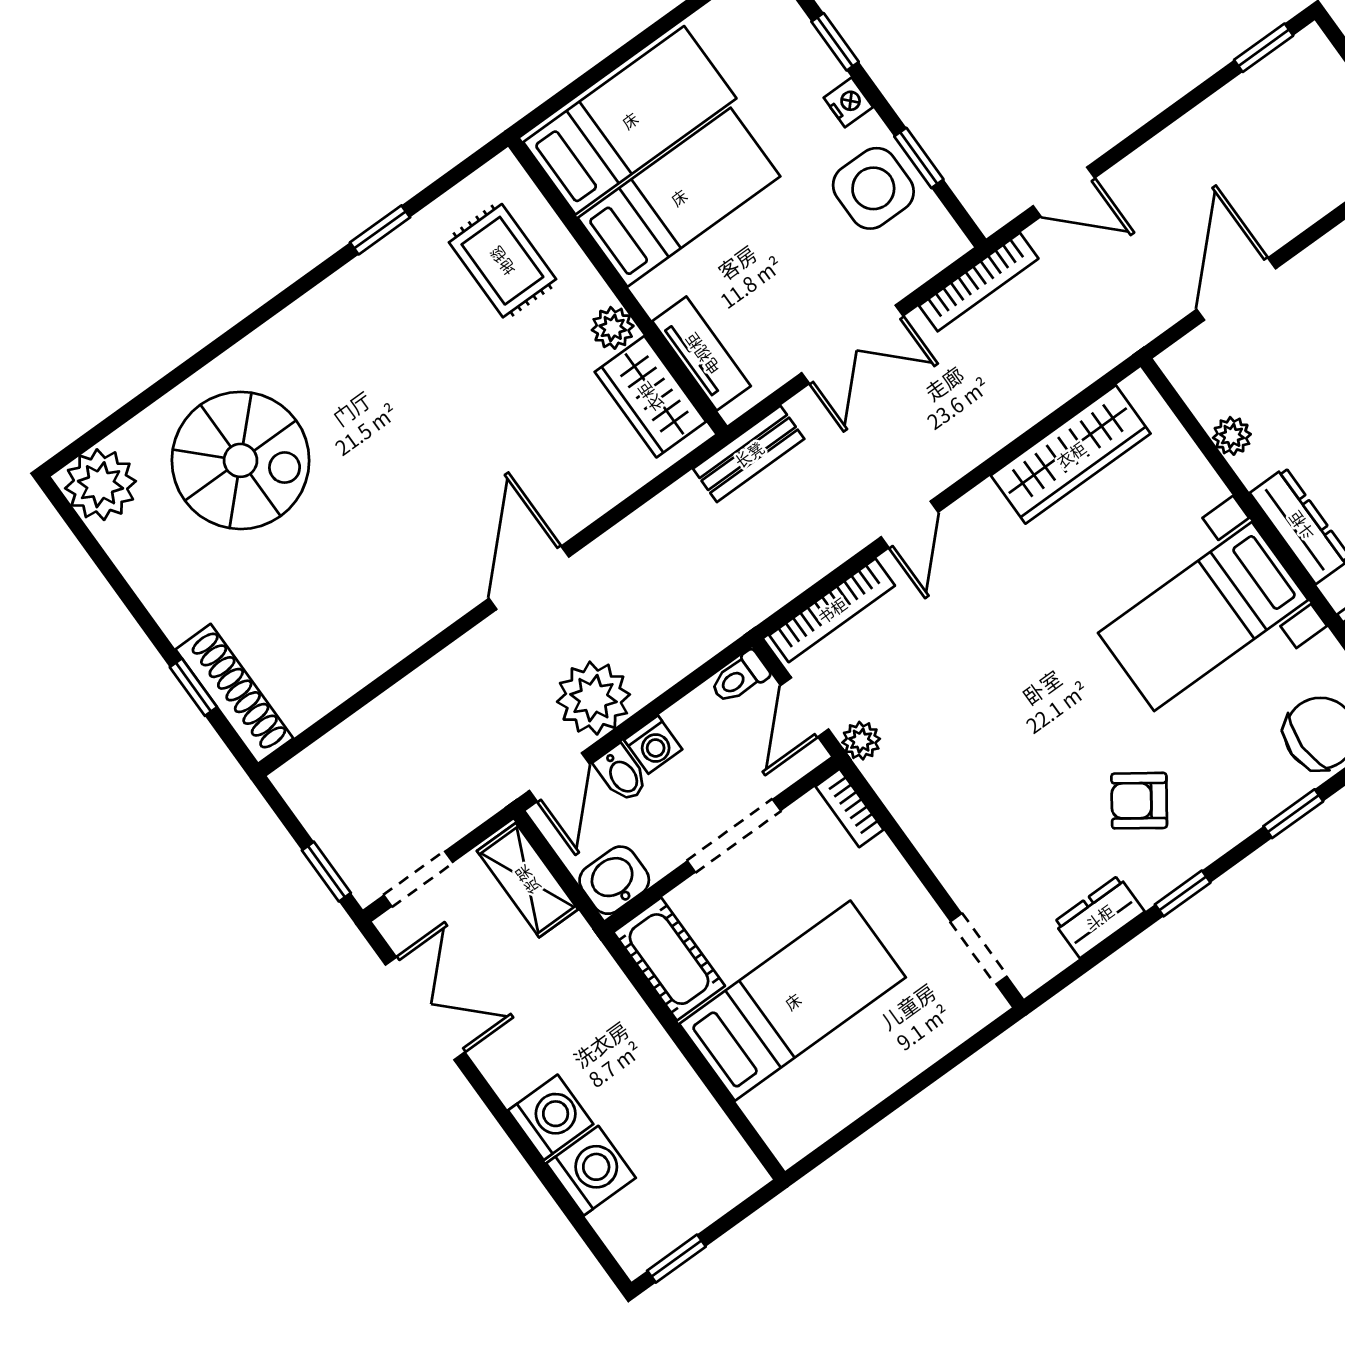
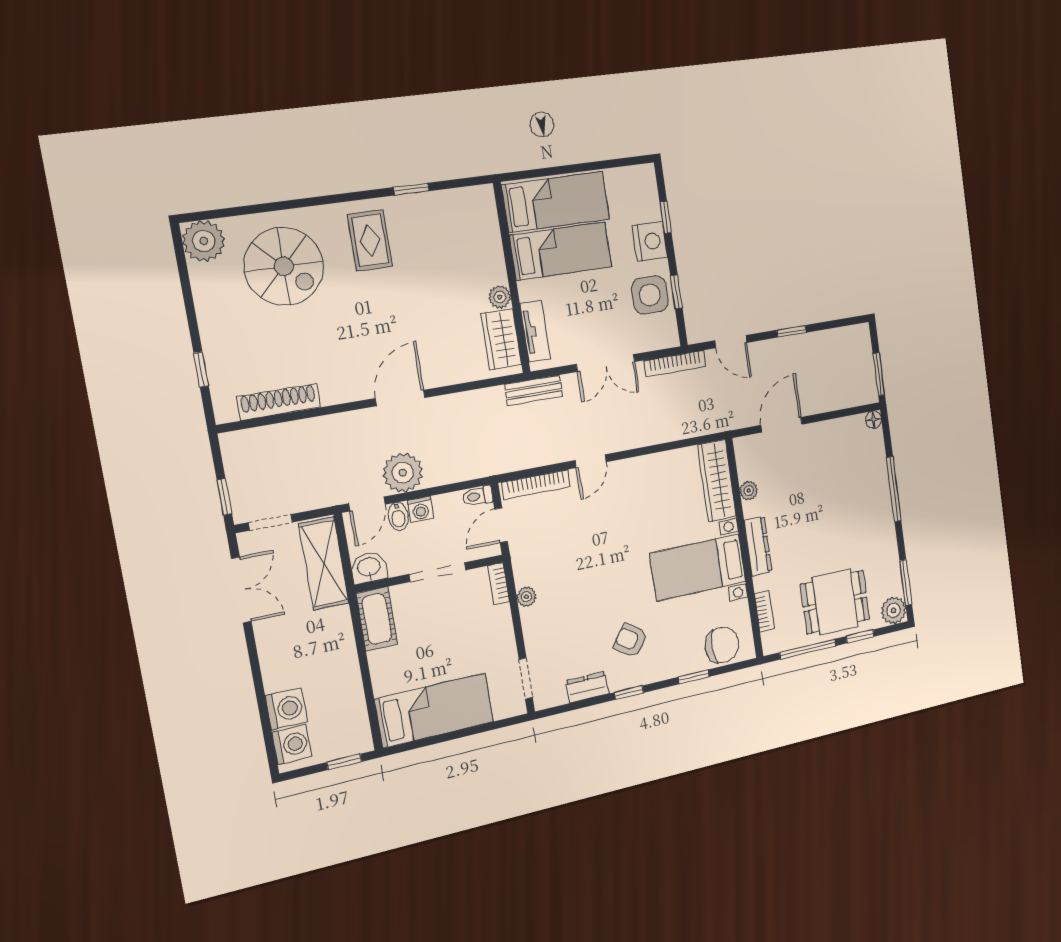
window: (1264, 48) -> (791, 331), moved
nightstand: (848, 102) -> (650, 241), width x1.89, depth x1.79
rug: (502, 261) -> (370, 241), moved
wardrobe: (1071, 454) -> (717, 481), moved, turned 90
shoe rack: (234, 694) -> (279, 402), moved, turned -90
plant: (861, 741) -> (526, 597), moved
shelving: (527, 880) -> (324, 563), width x1.50, depth x1.33
bed: (793, 1001) -> (434, 710), moved
washing machine: (551, 1117) -> (292, 745), moved
window: (676, 1259) -> (344, 762), moved

